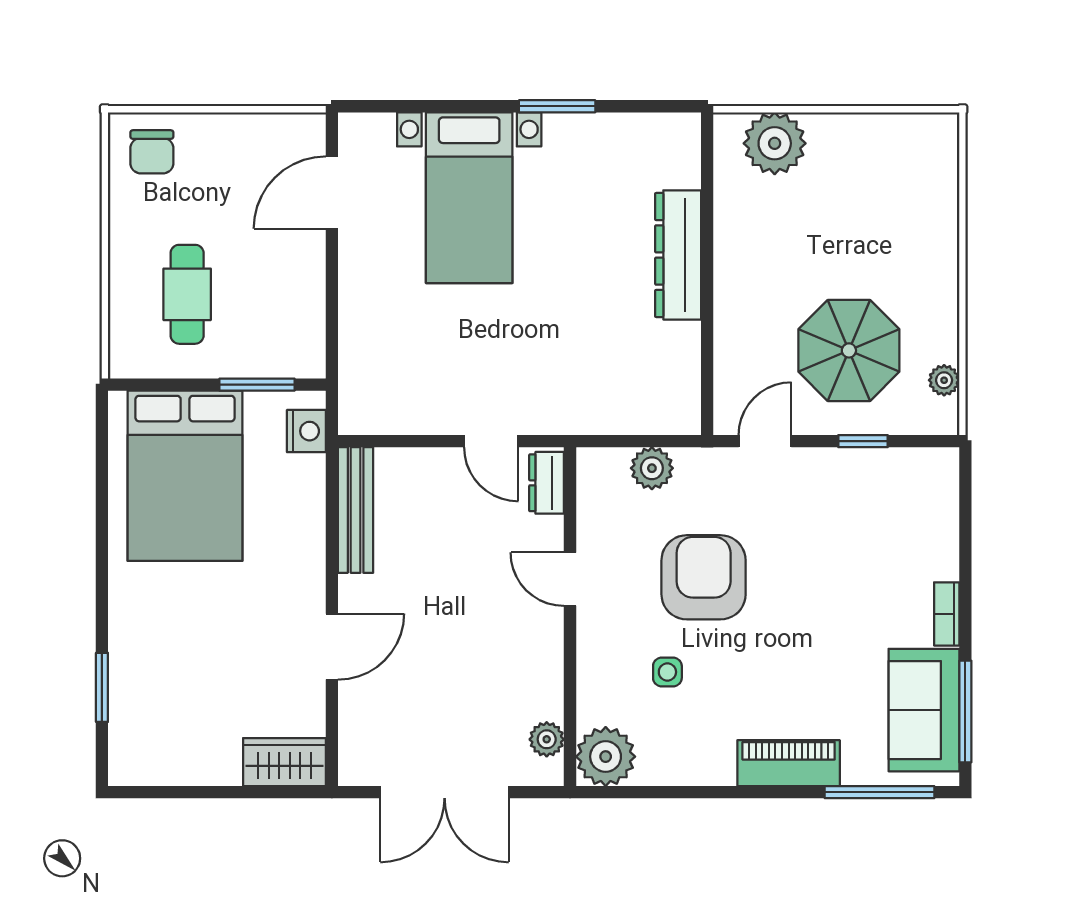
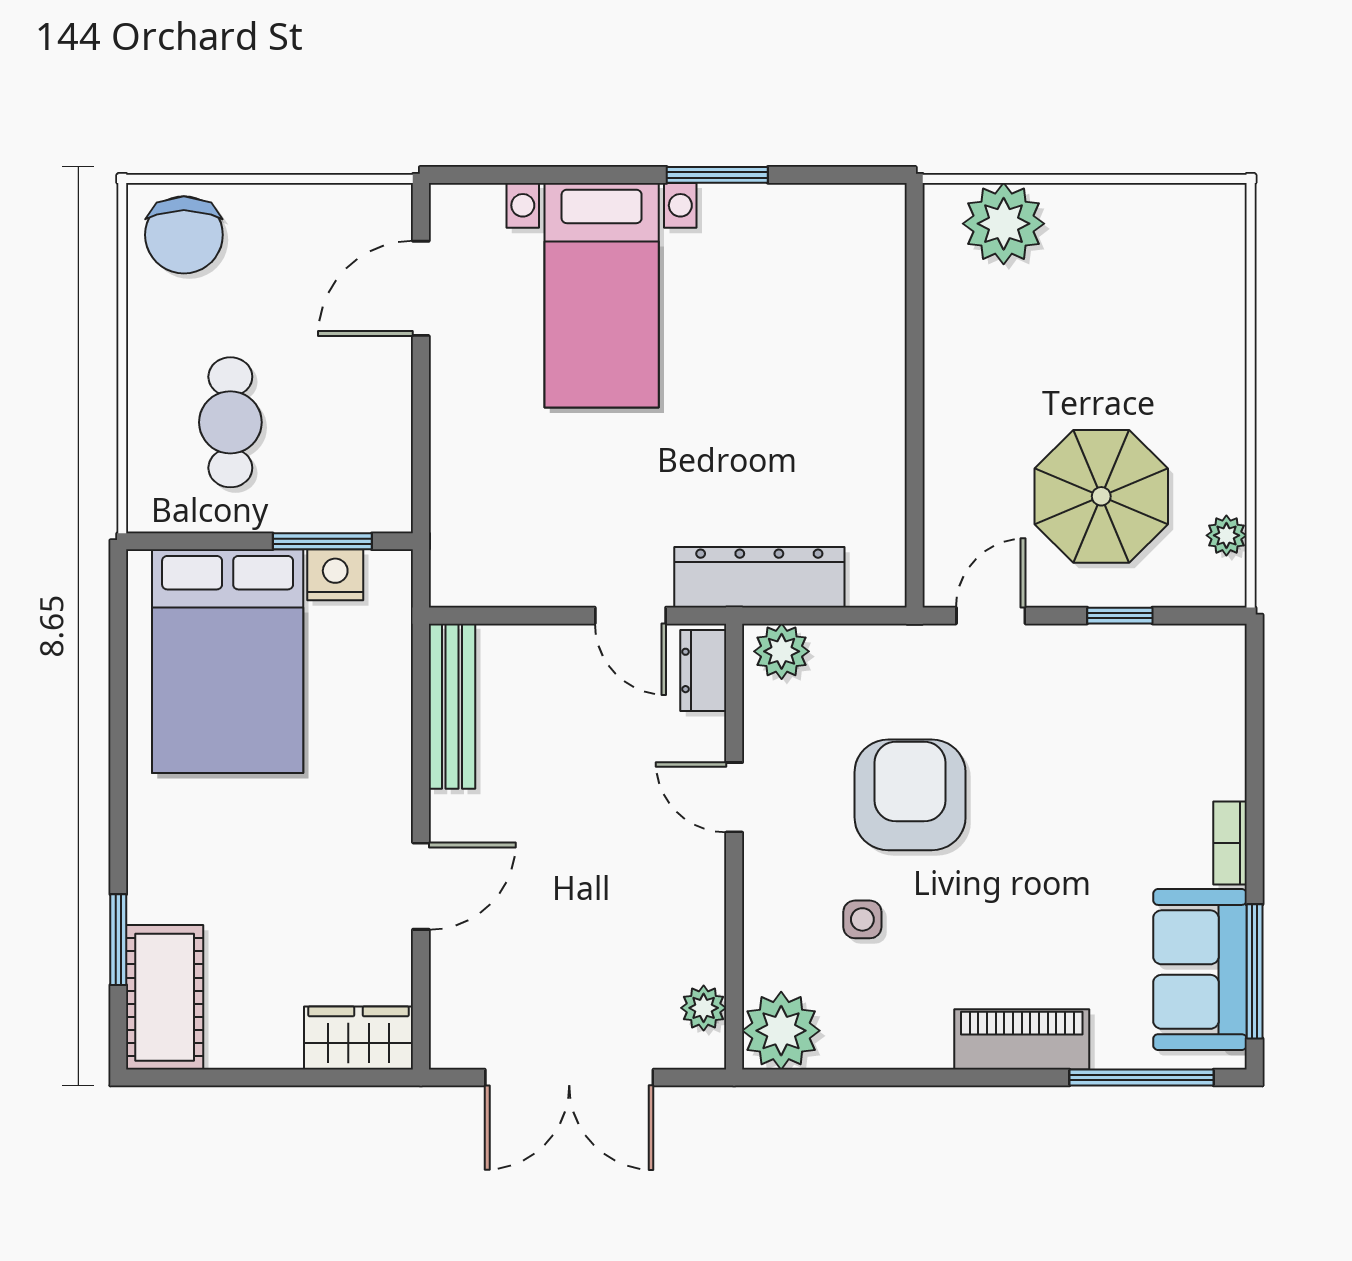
chair: (152, 152) -> (184, 235), width x1.37, depth x1.37
dresser: (678, 255) -> (759, 577), moved, turned 90
nightstand: (306, 431) -> (335, 575), moved, turned -90
plant: (652, 468) -> (782, 651), moved
cot: (137, 731) -> (165, 997), added

